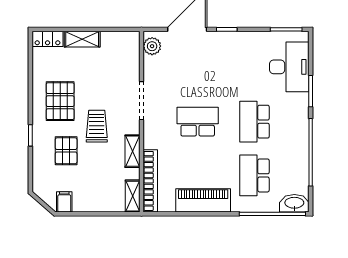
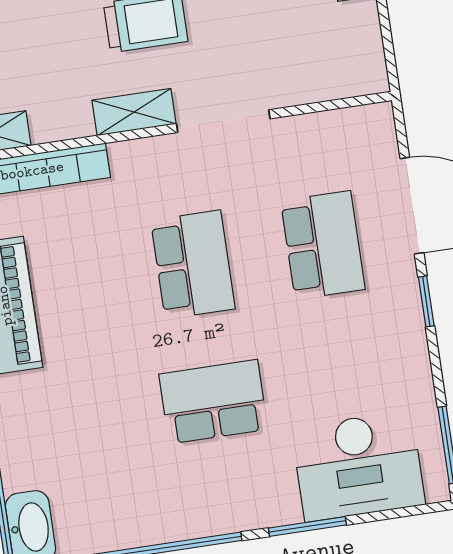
plant: (152, 46) -> (359, 127), removed
shelving: (132, 151) -> (134, 112), moved
school desk: (254, 175) -> (323, 245), moved, turned 90

